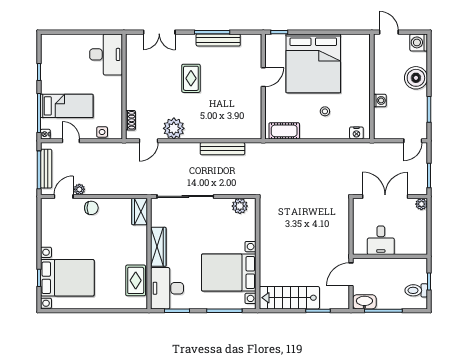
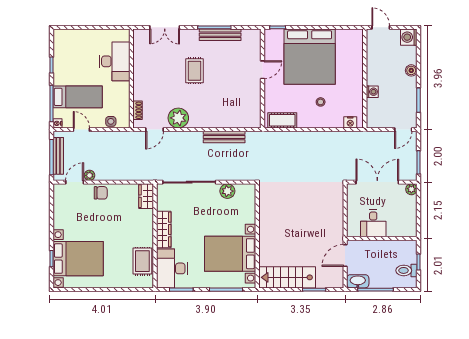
desk: (106, 54) -> (115, 61), moved
boiler: (416, 78) -> (411, 70), width x0.54, depth x0.54
plant: (240, 206) -> (227, 191), moved

